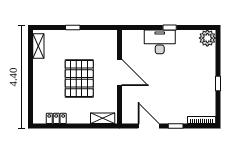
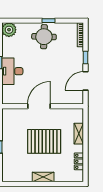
shelving: (38, 46) -> (43, 177), moved
round table: (199, 78) -> (44, 37), added
shelving: (103, 118) -> (79, 134), moved

